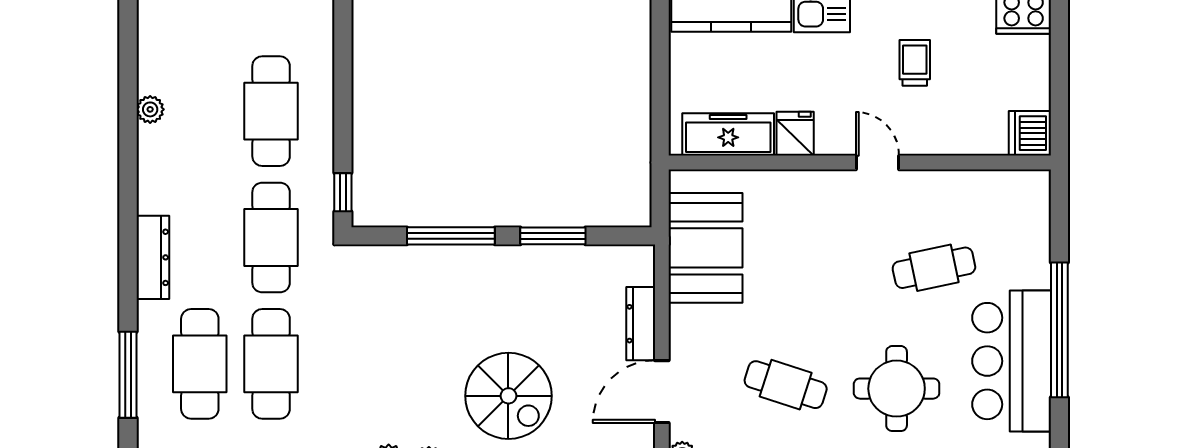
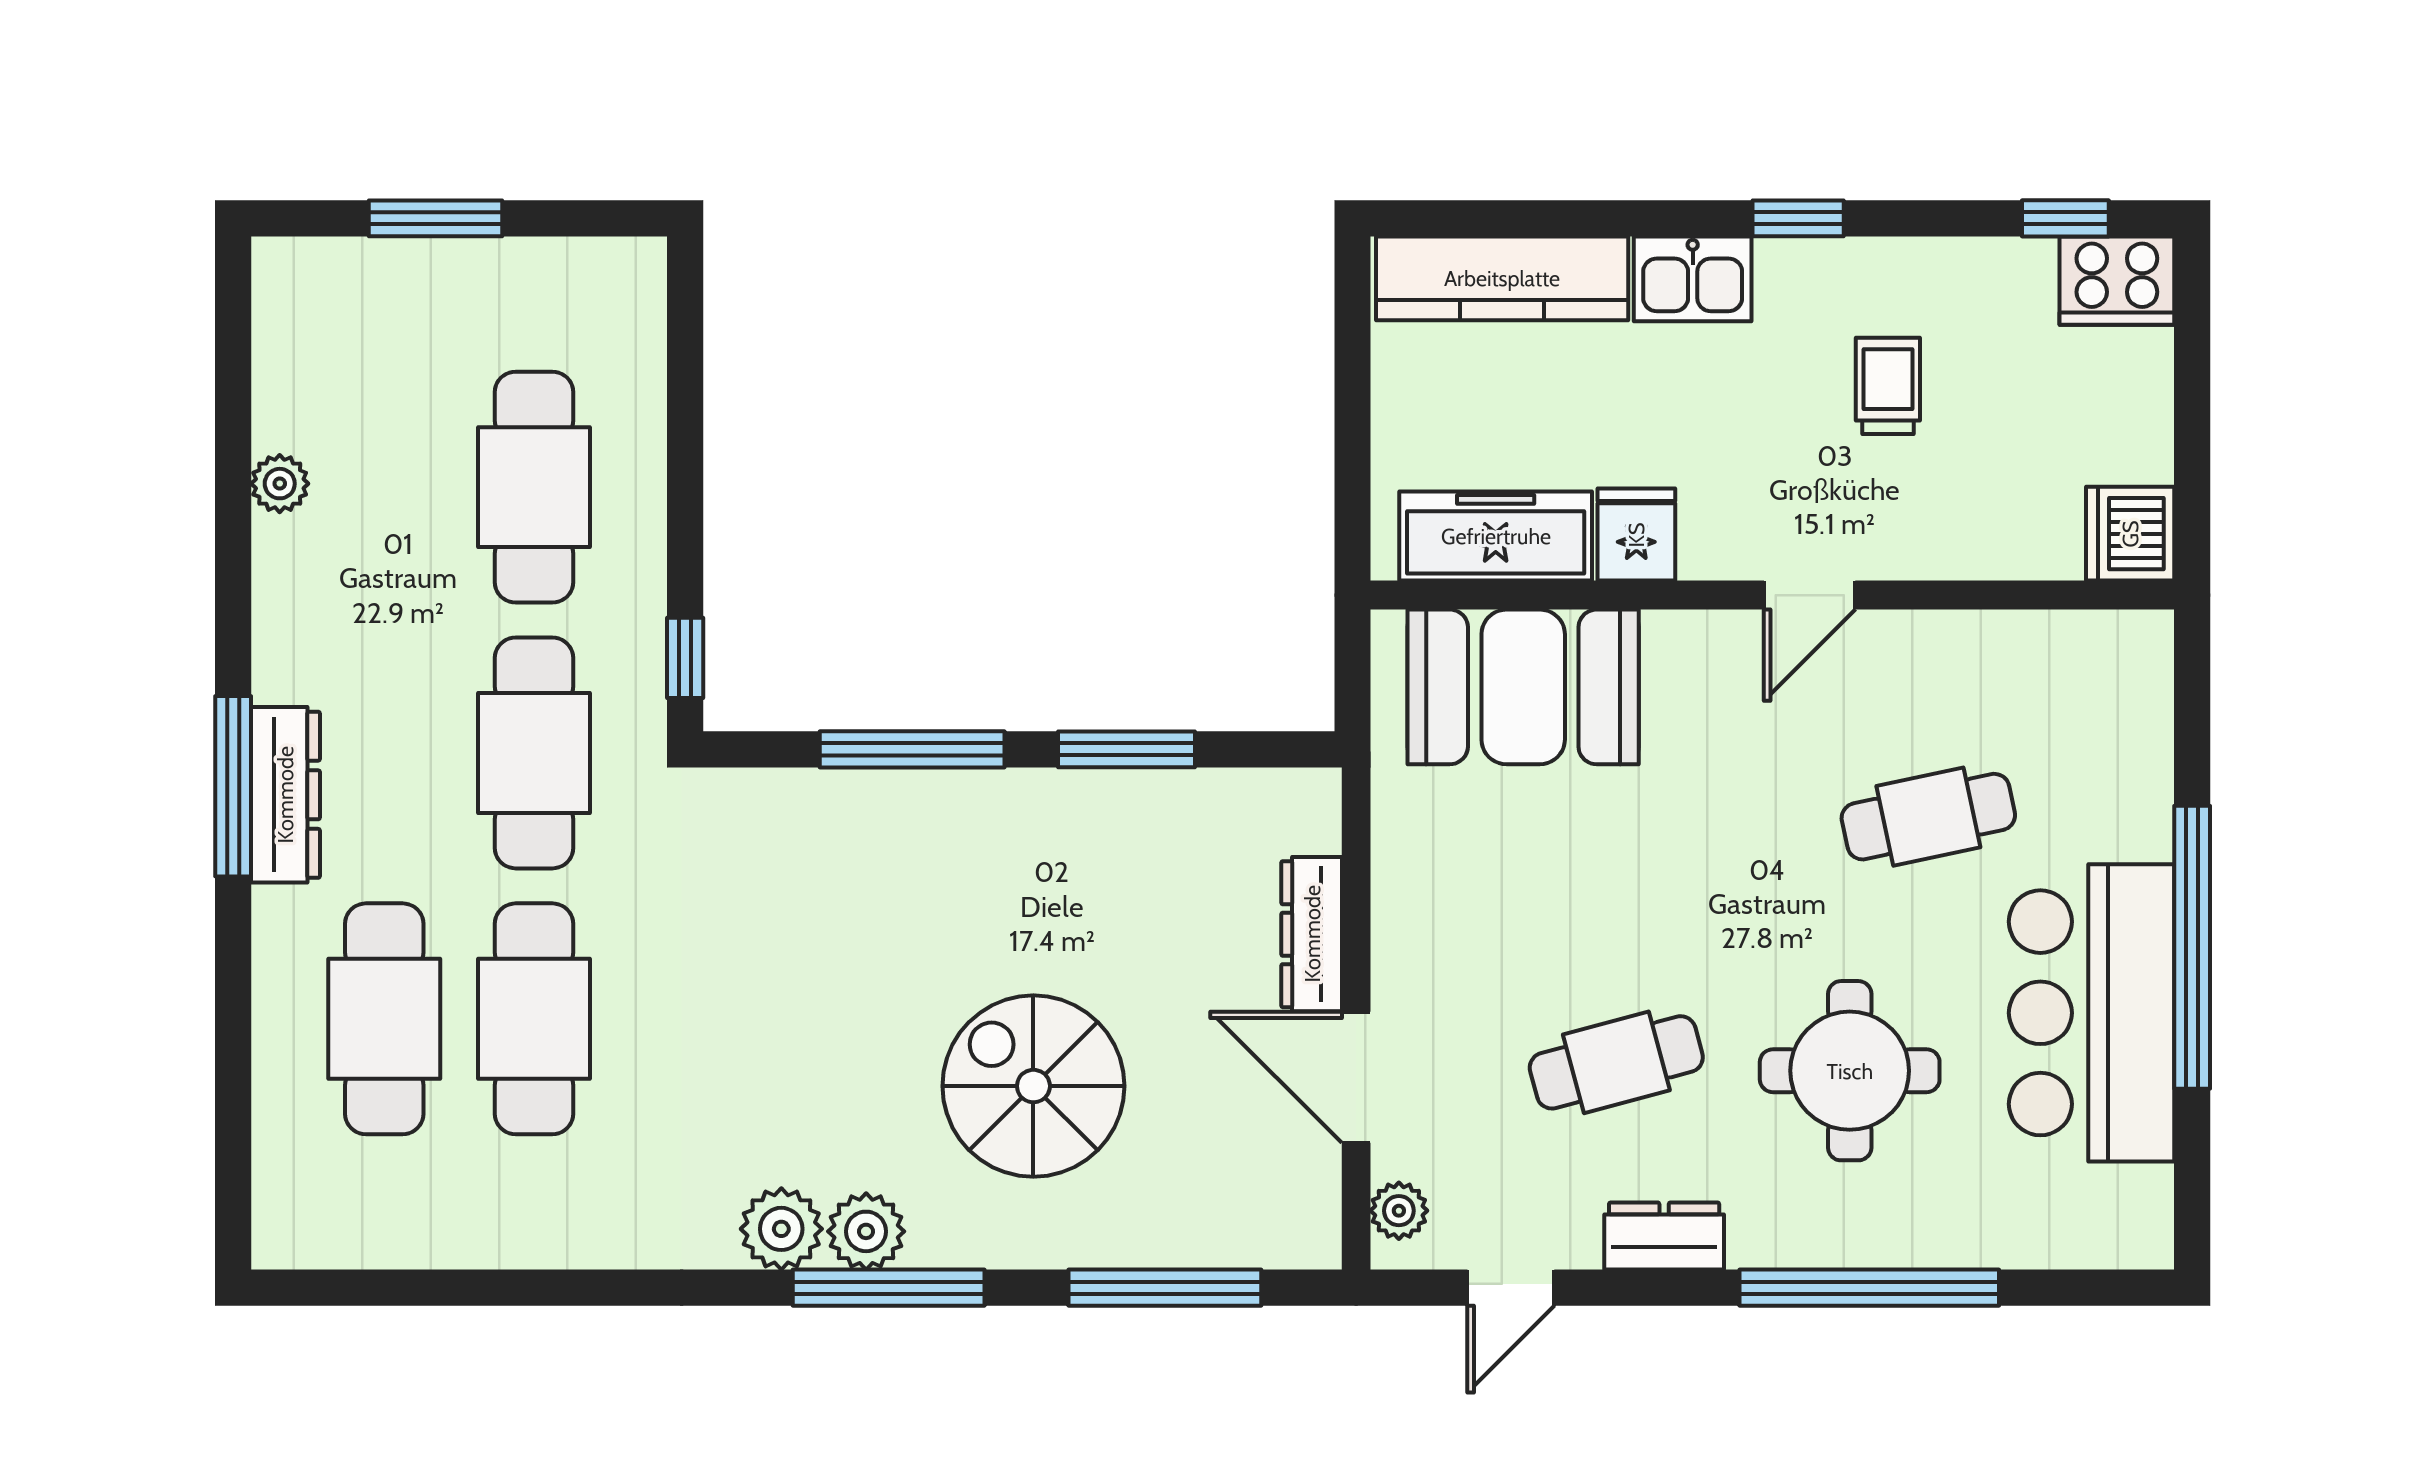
door: (877, 162) -> (1810, 595), swing flipped
booth: (706, 248) -> (1523, 687), moved, turned 90
window: (128, 375) -> (233, 786), moved
cafe table: (786, 385) -> (1616, 1062), turned -33
door: (662, 392) -> (1356, 1077), hinge flipped
spiral stairs: (508, 396) -> (1033, 1086), turned 180

